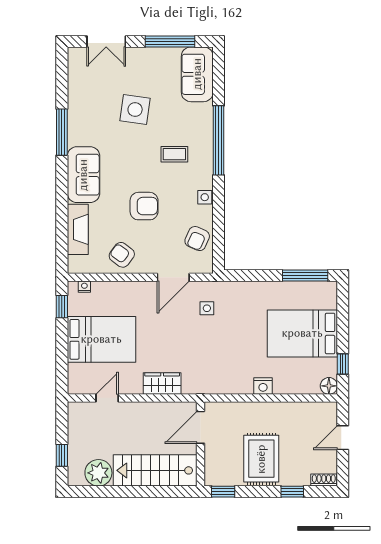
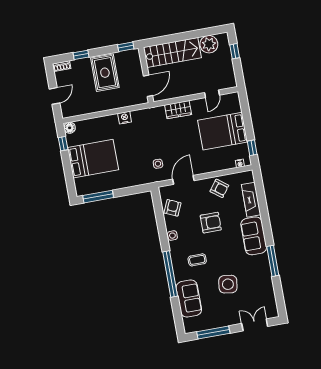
sofa: (197, 74) -> (189, 299), moved
armchair: (144, 206) -> (211, 223), turned 180
nightstand: (263, 386) -> (125, 118), moved

